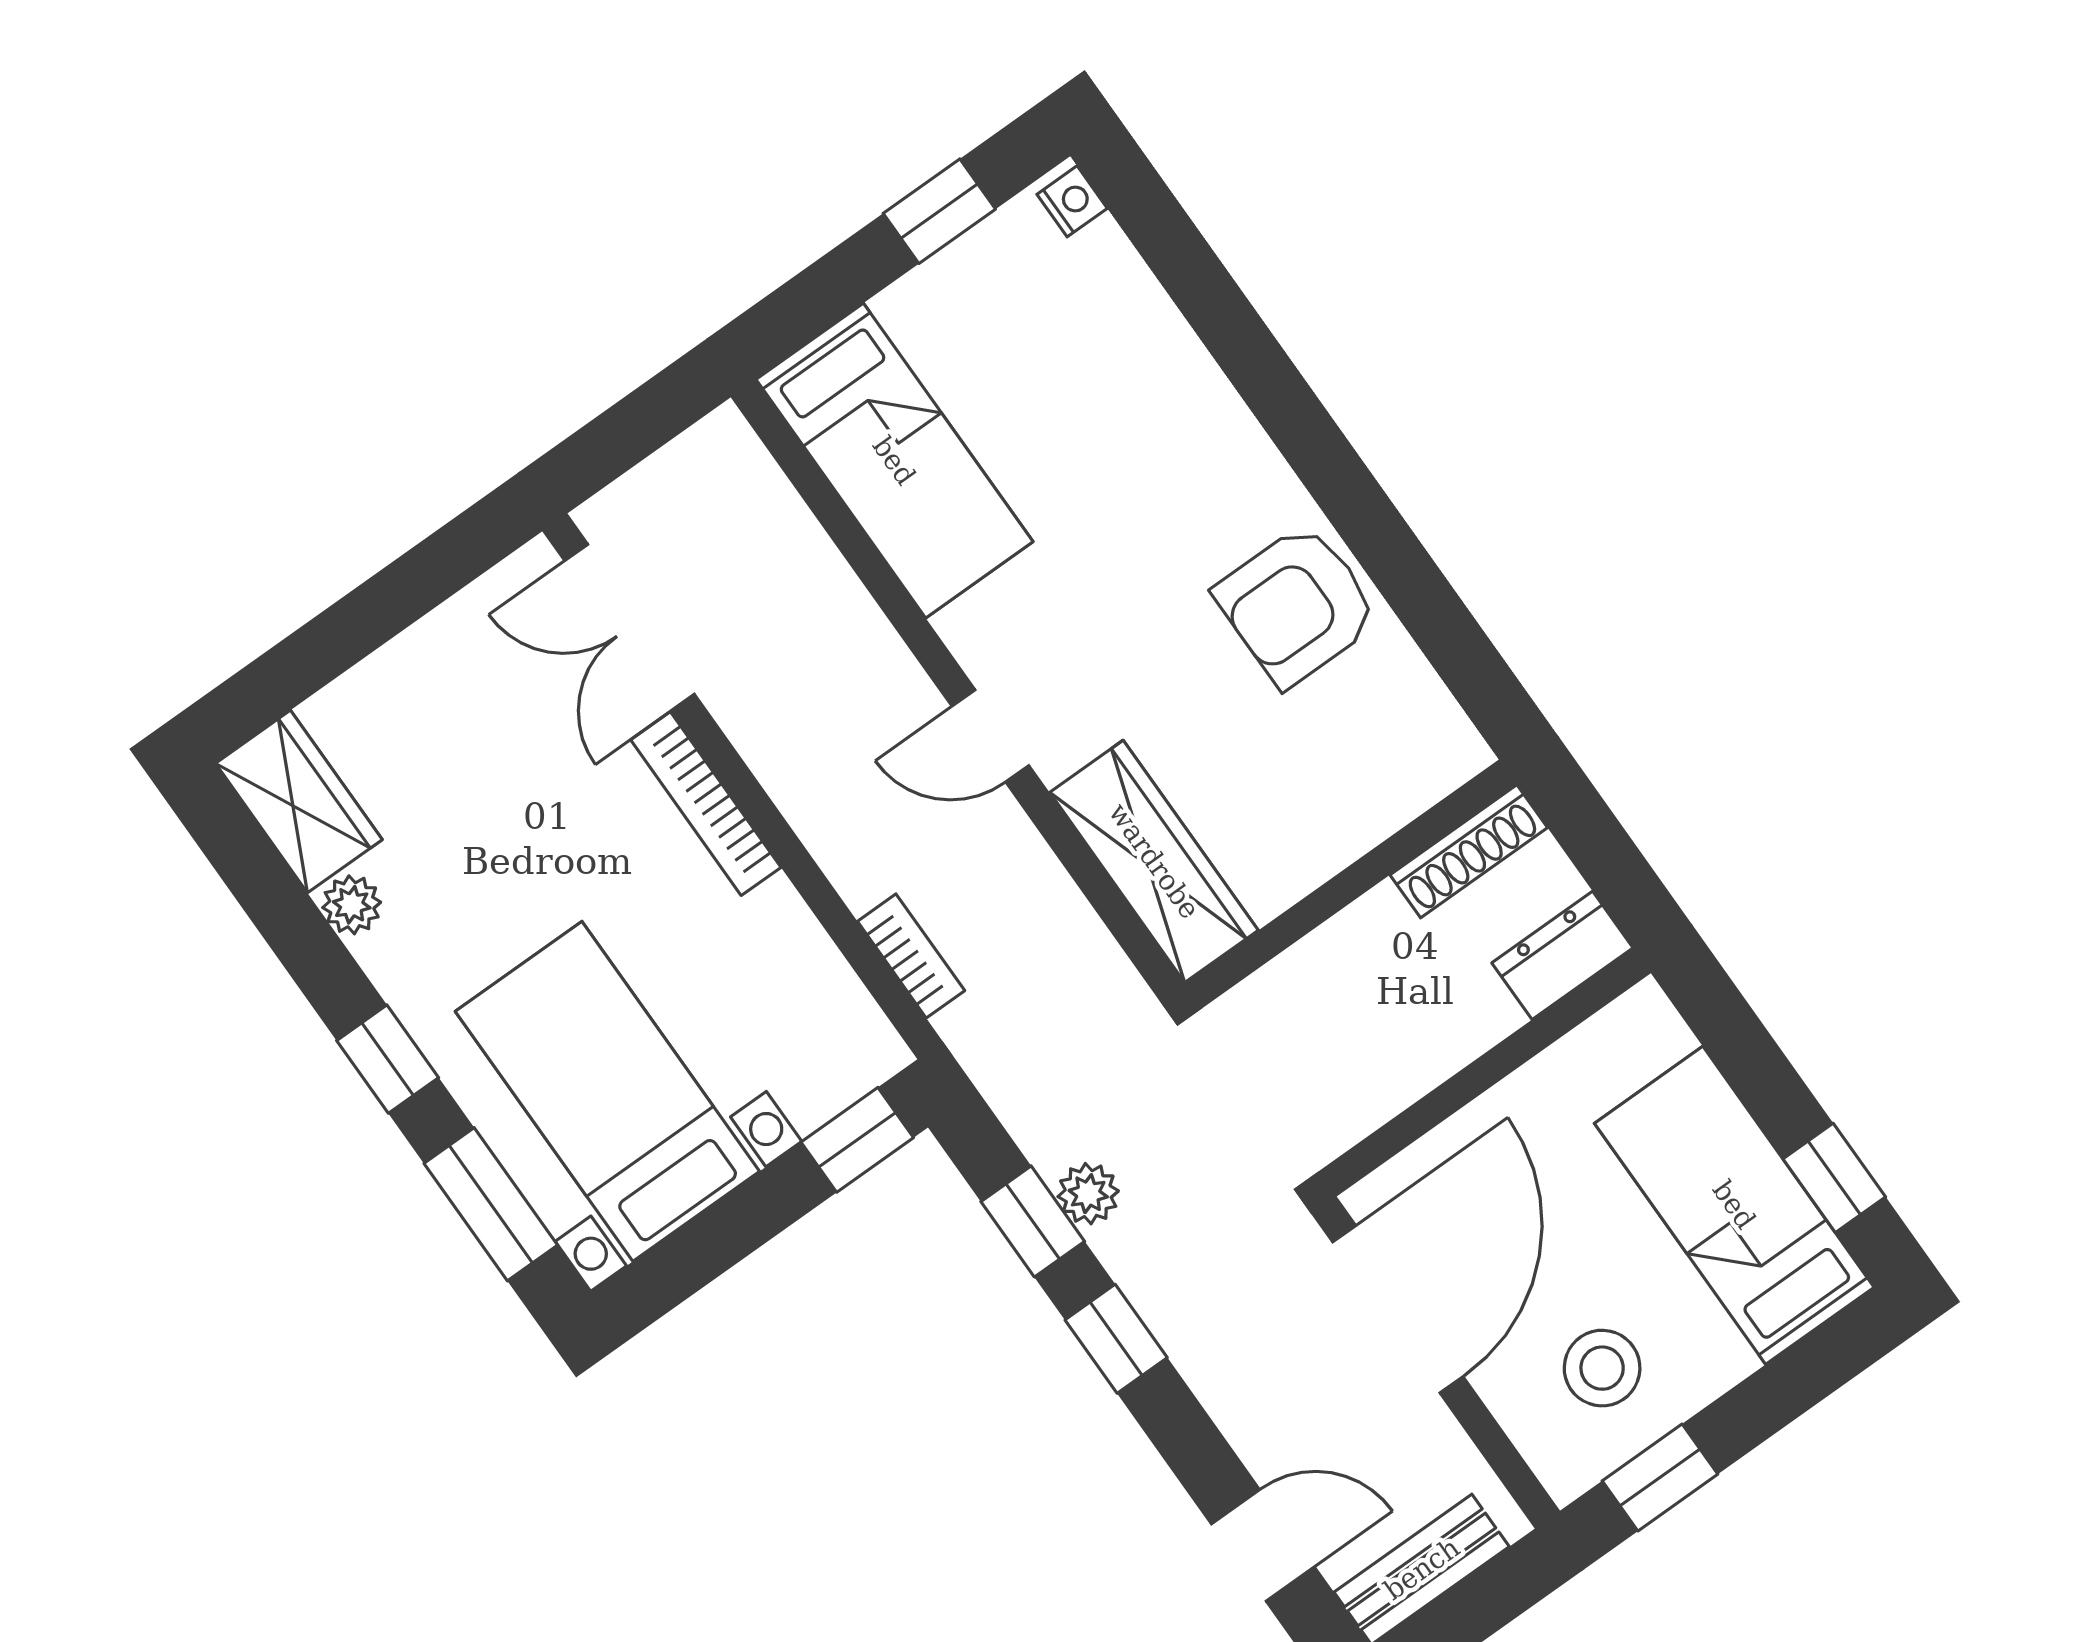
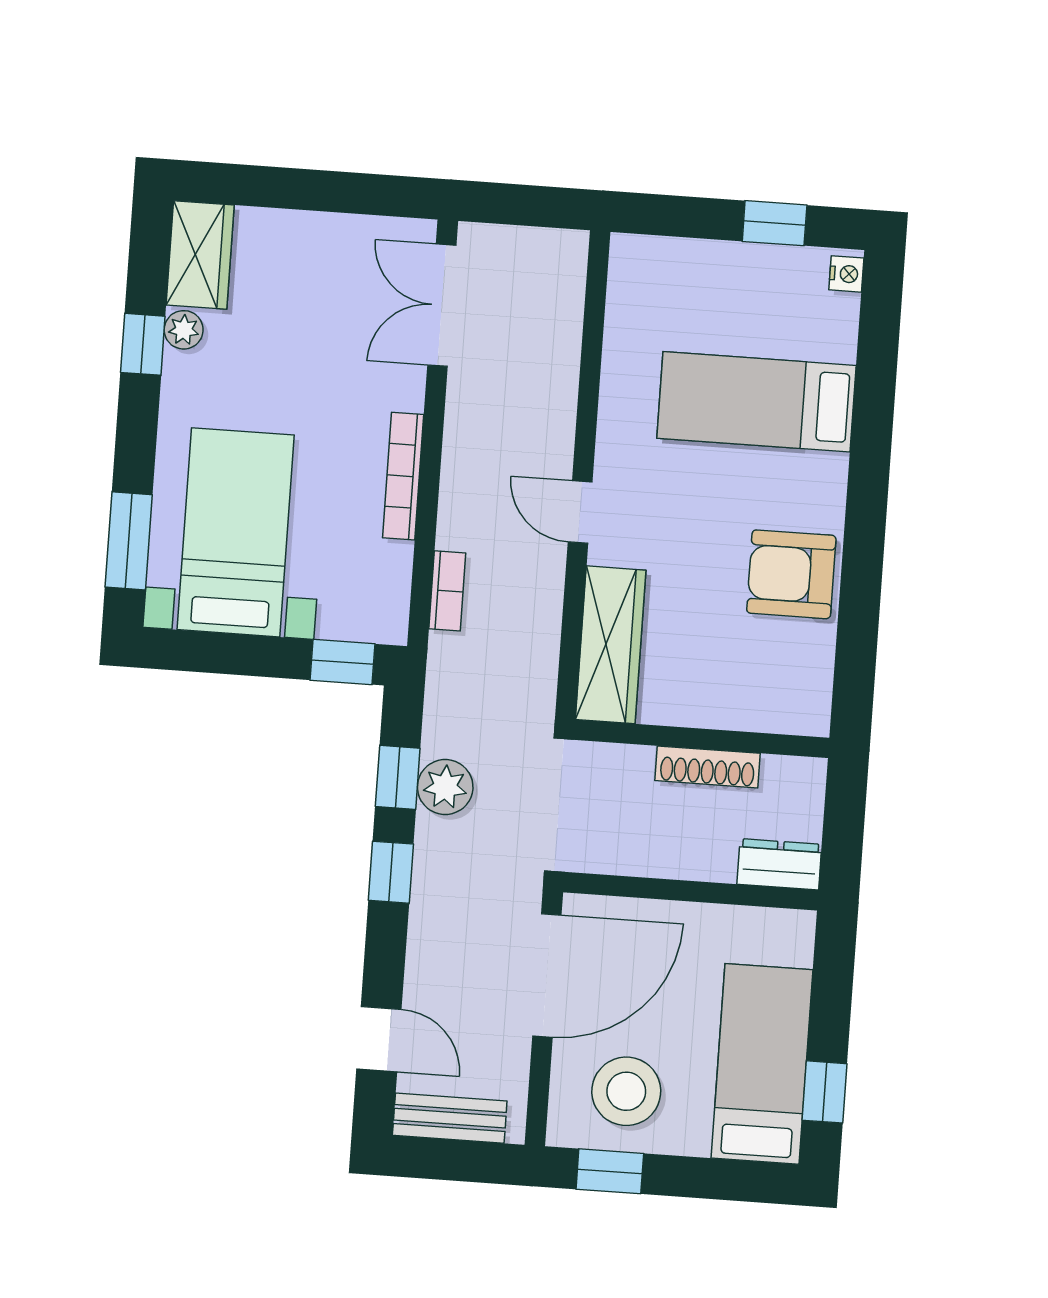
bed: (894, 461) -> (757, 402), moved, turned 90
bookcase: (706, 804) -> (403, 476), moved
shoe rack: (1469, 851) -> (708, 767), moved
window: (388, 1059) -> (143, 344), moved
plant: (1088, 1194) -> (445, 787), width x1.38, depth x1.38
stool: (1602, 1368) -> (626, 1091), width x1.38, depth x1.38

